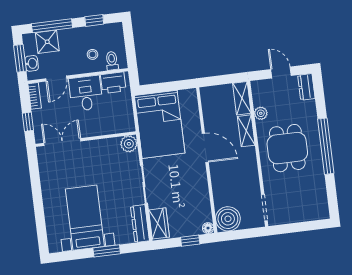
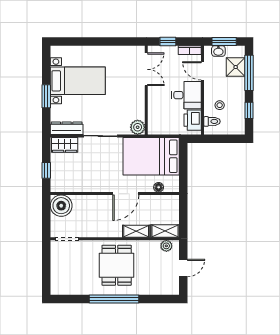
dresser: (306, 87) -> (168, 289), removed
plant: (261, 113) -> (166, 246), moved
dining table: (287, 148) -> (117, 265), turned 90
floor lamp: (208, 228) -> (159, 187), moved

